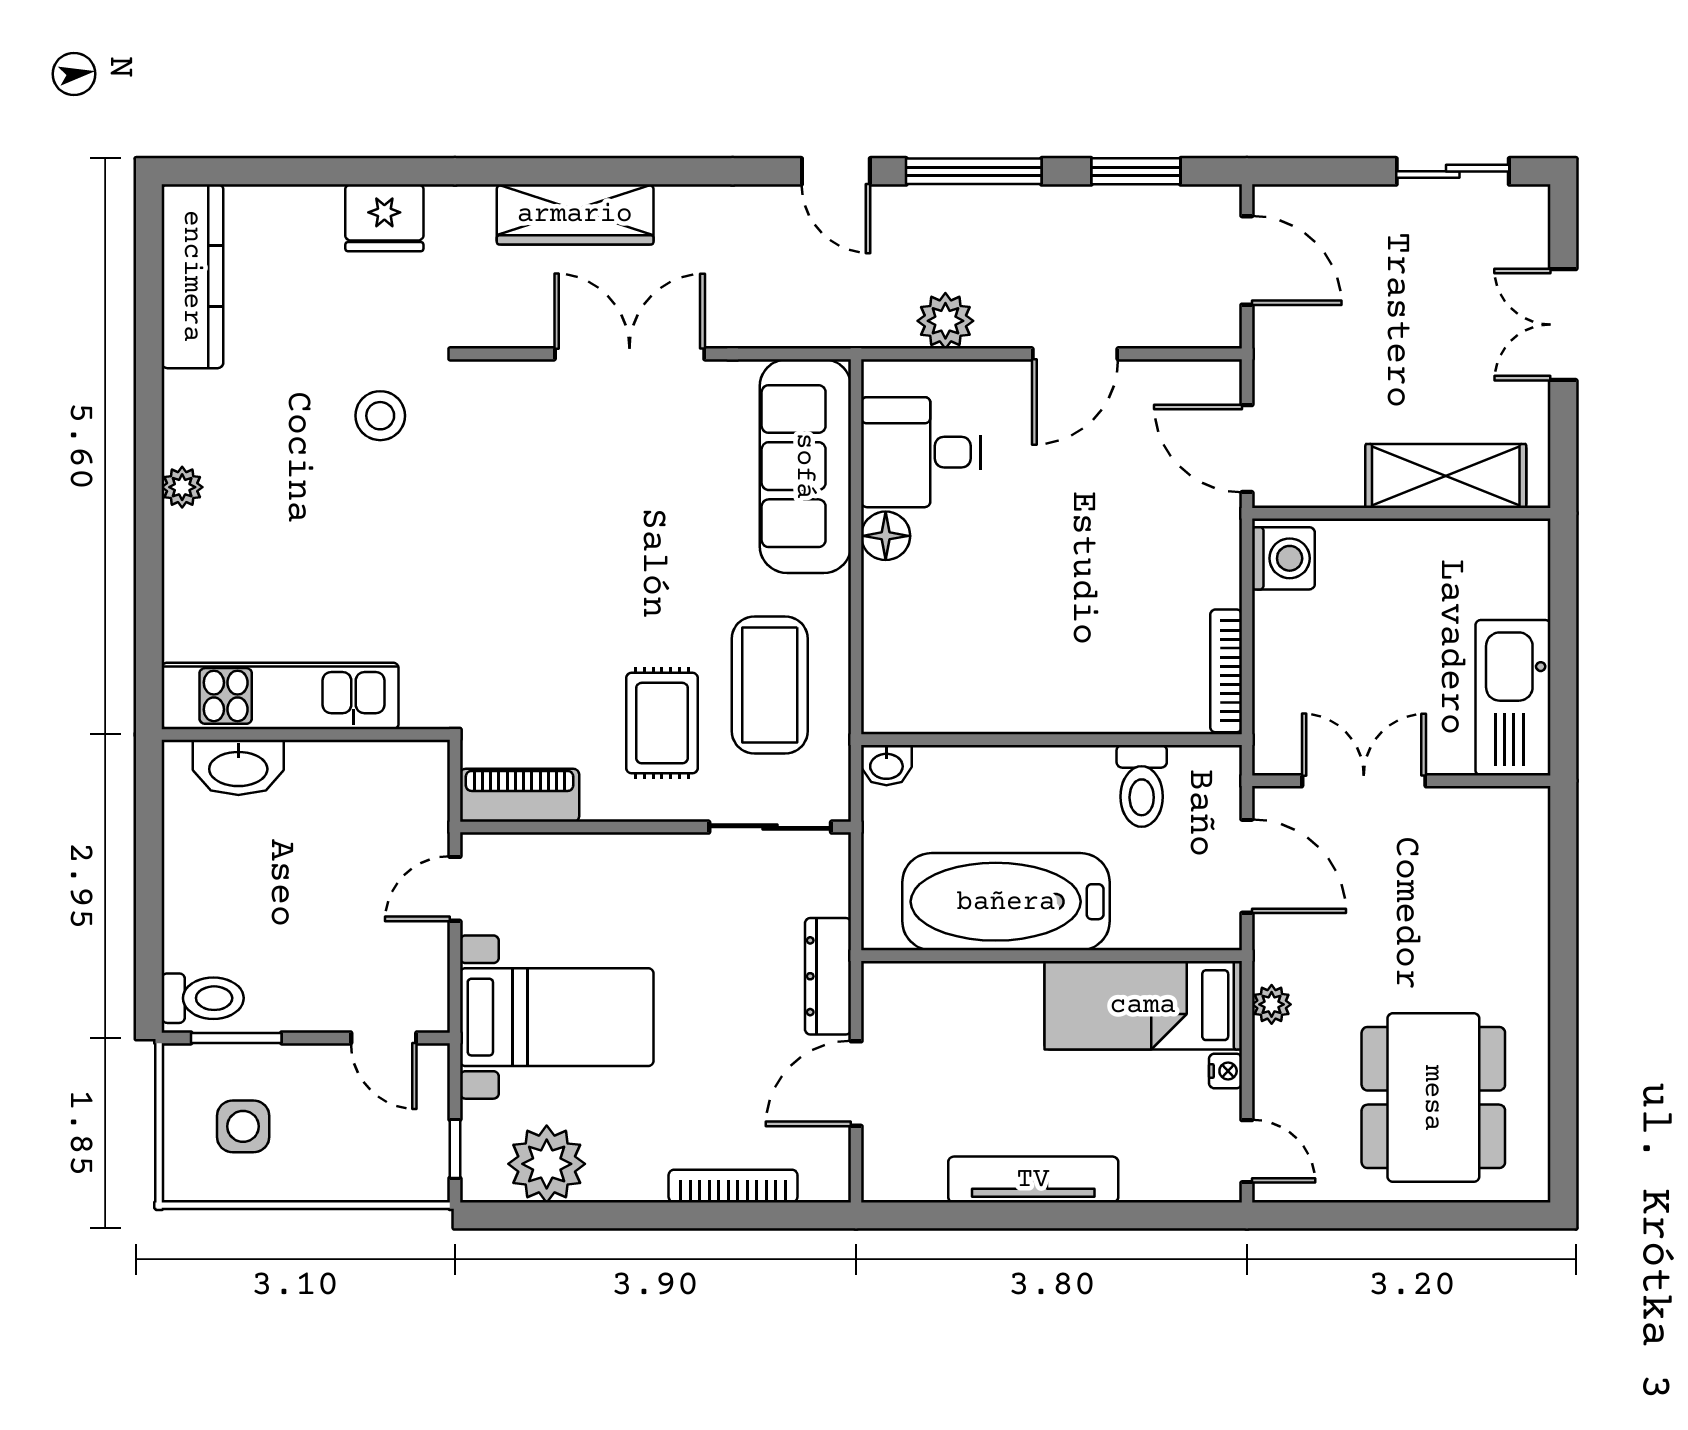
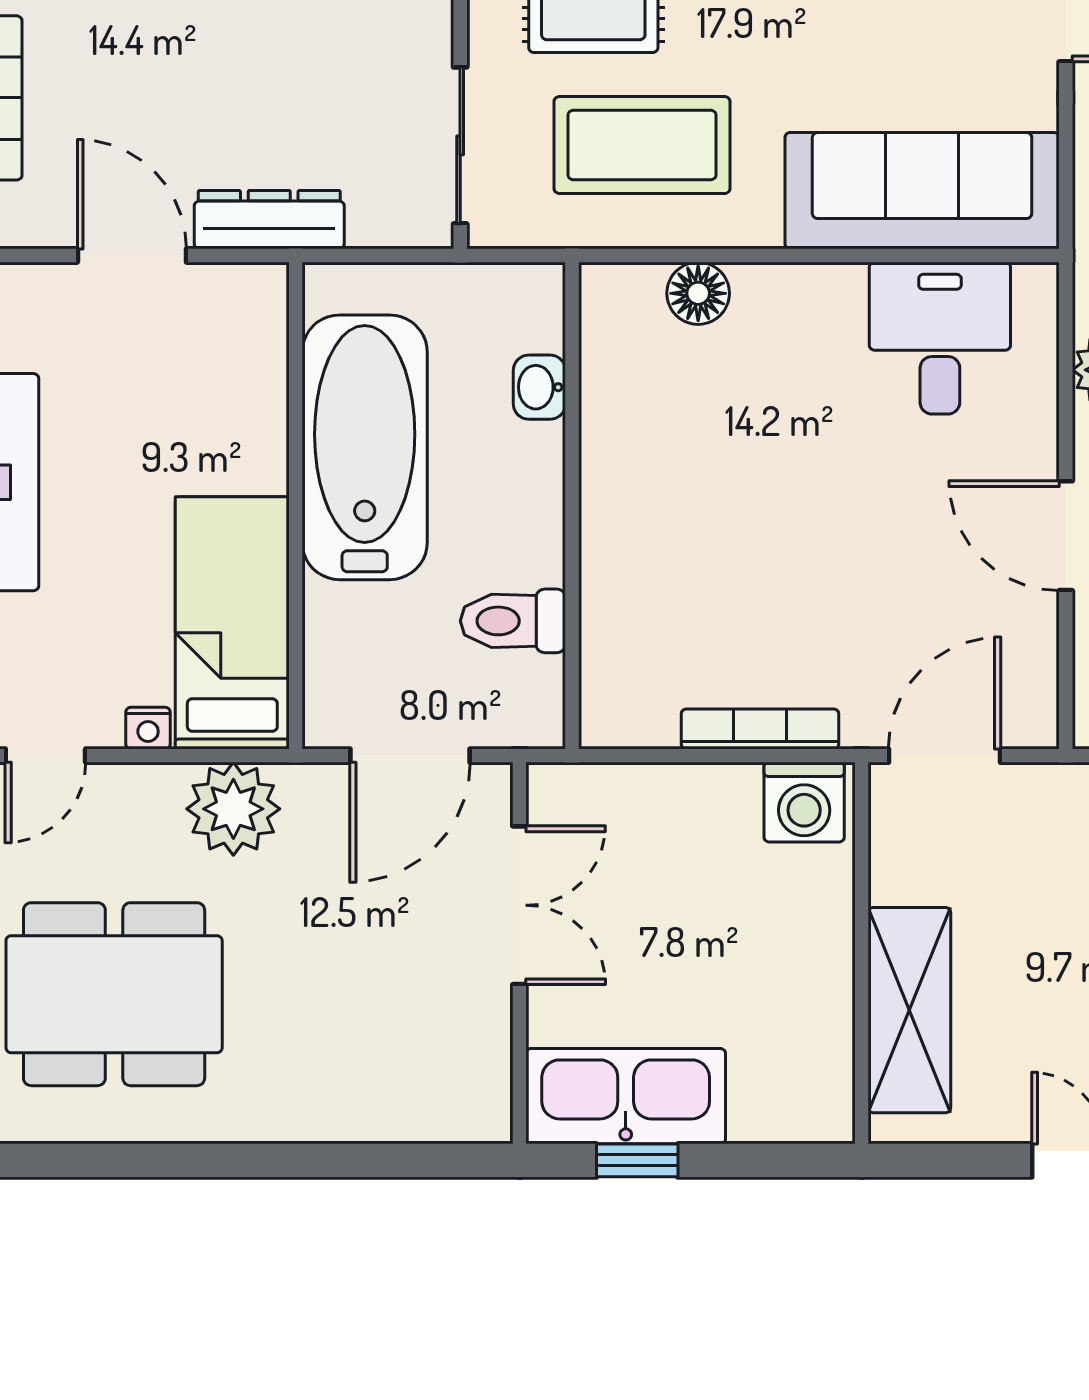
floor lamp: (886, 536) -> (698, 293), moved
bookcase: (1226, 671) -> (760, 729), moved
window: (1563, 689) -> (637, 1160), added
washbasin: (886, 765) -> (539, 387), moved
plant: (1272, 1004) -> (233, 809), width x1.88, depth x1.88

